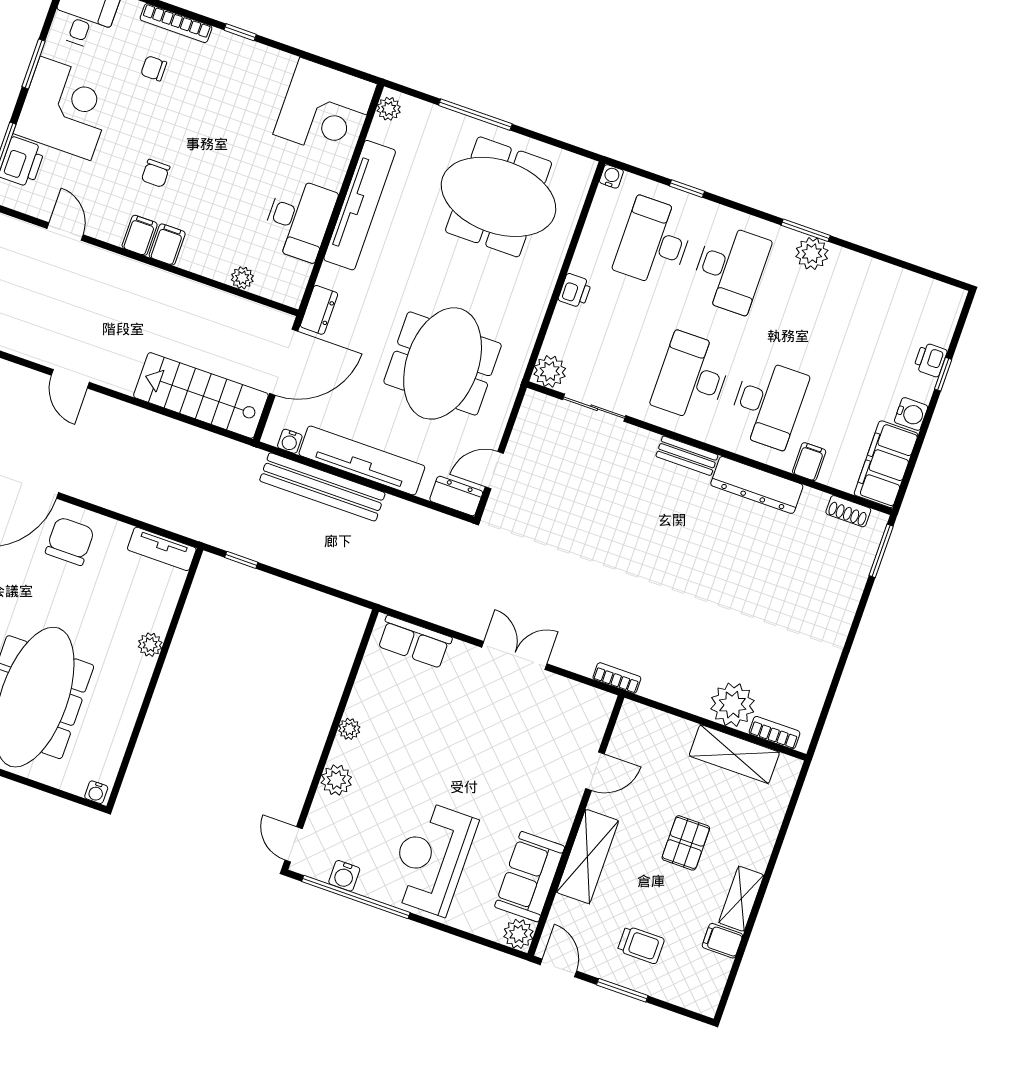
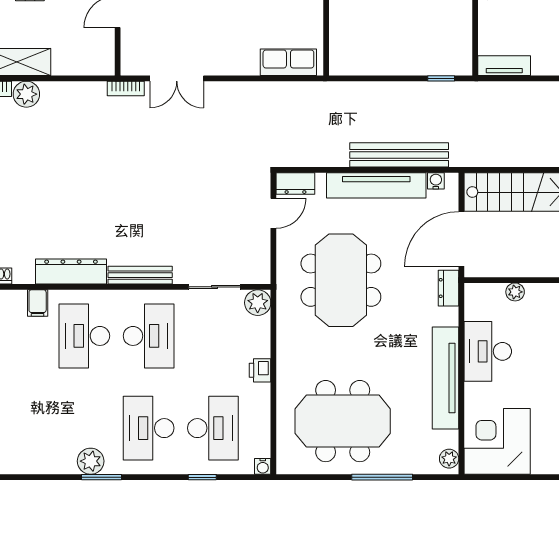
bench: (687, 456) -> (140, 275), width x1.36
double door: (514, 655) -> (177, 78), moved
plant: (733, 705) -> (26, 94), width x0.73, depth x0.73

